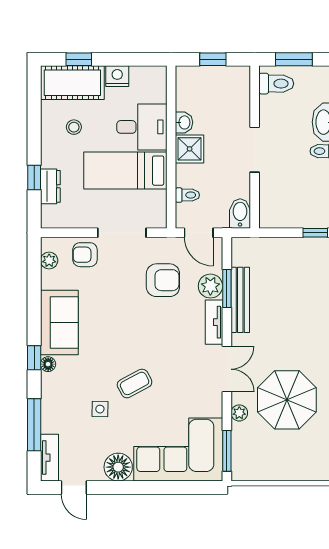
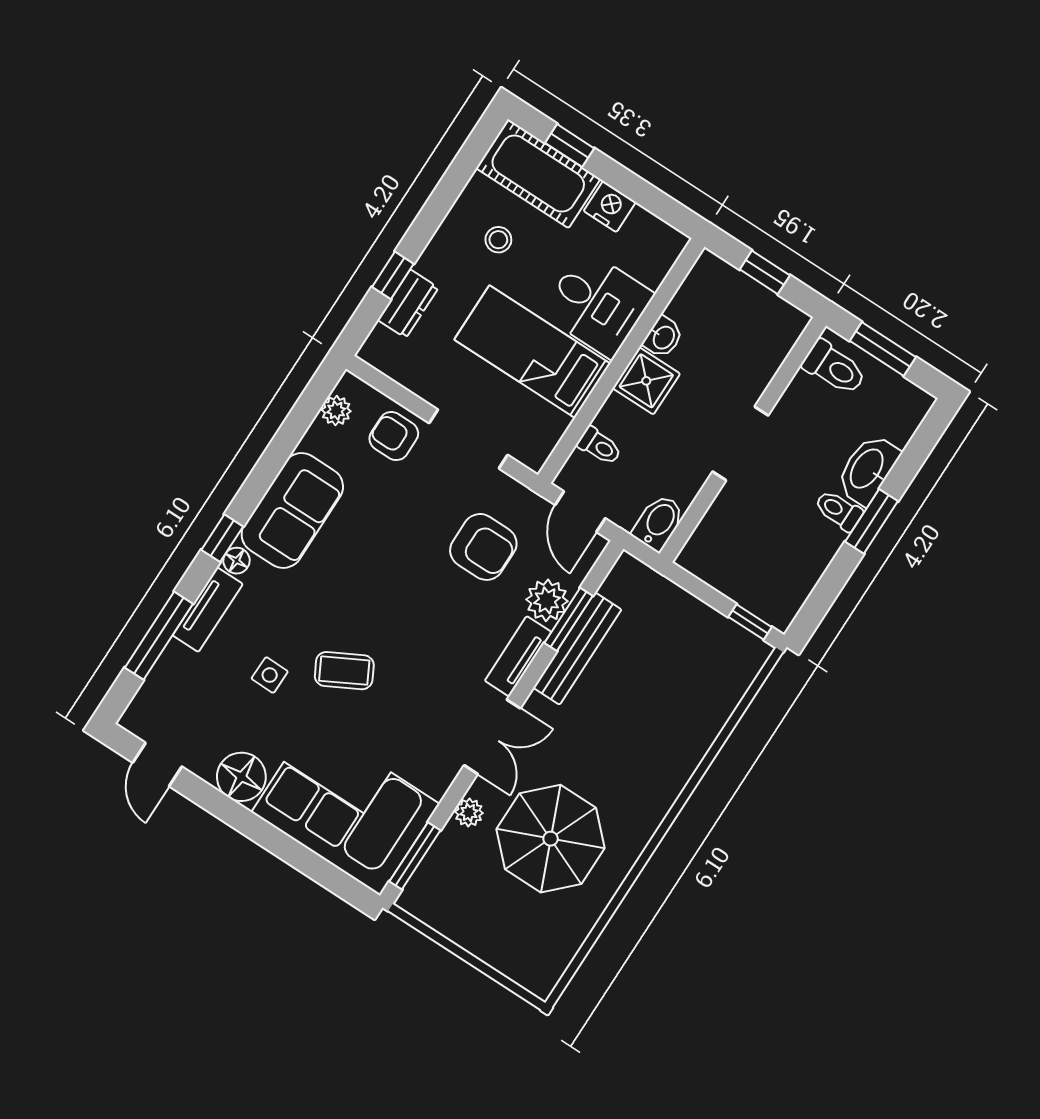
tv unit: (50, 458) -> (208, 610), moved

